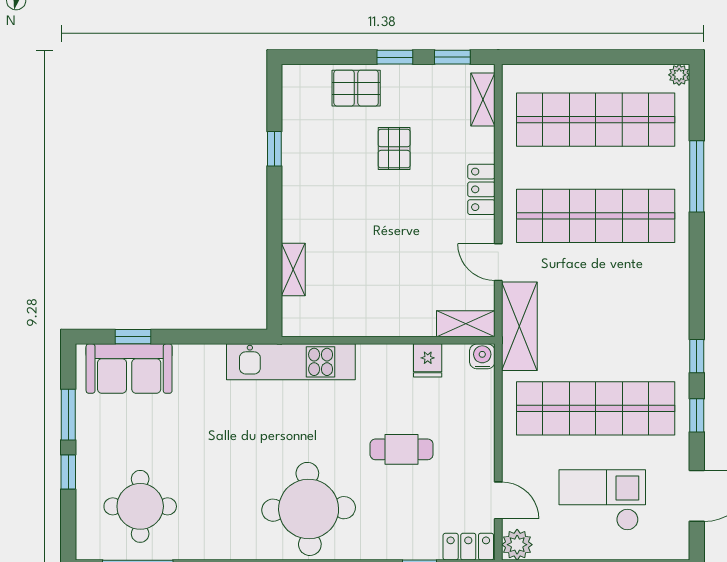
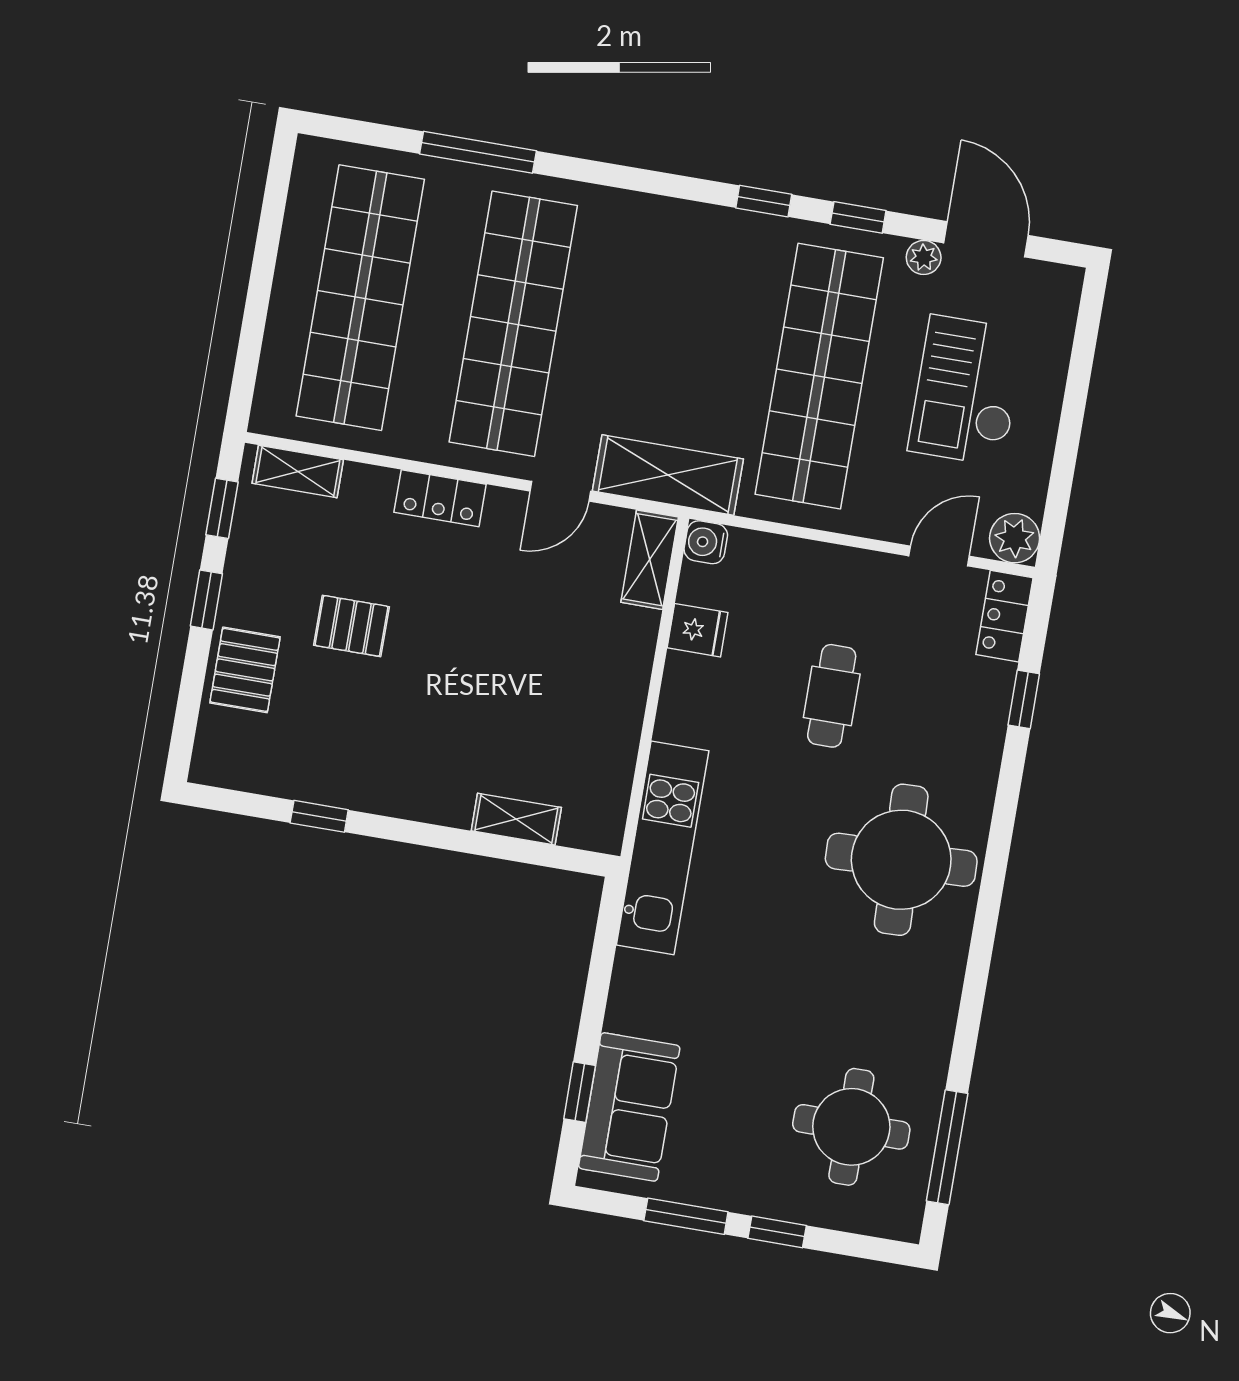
plant: (679, 75) -> (924, 257), moved

